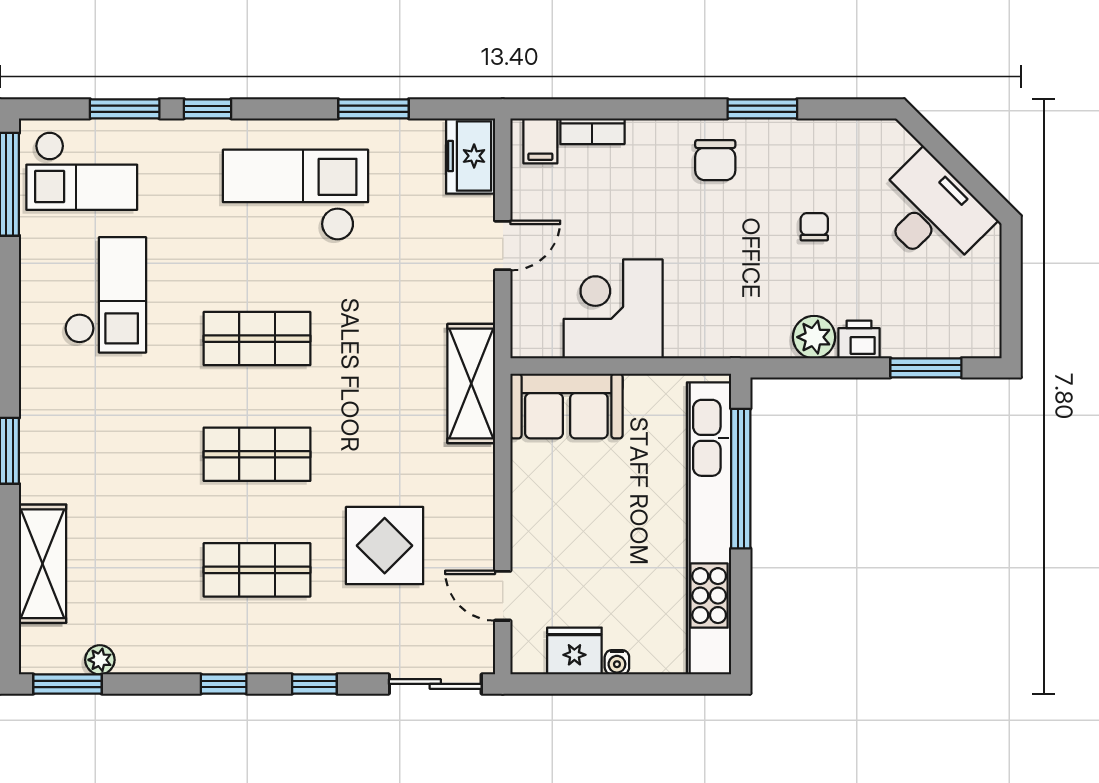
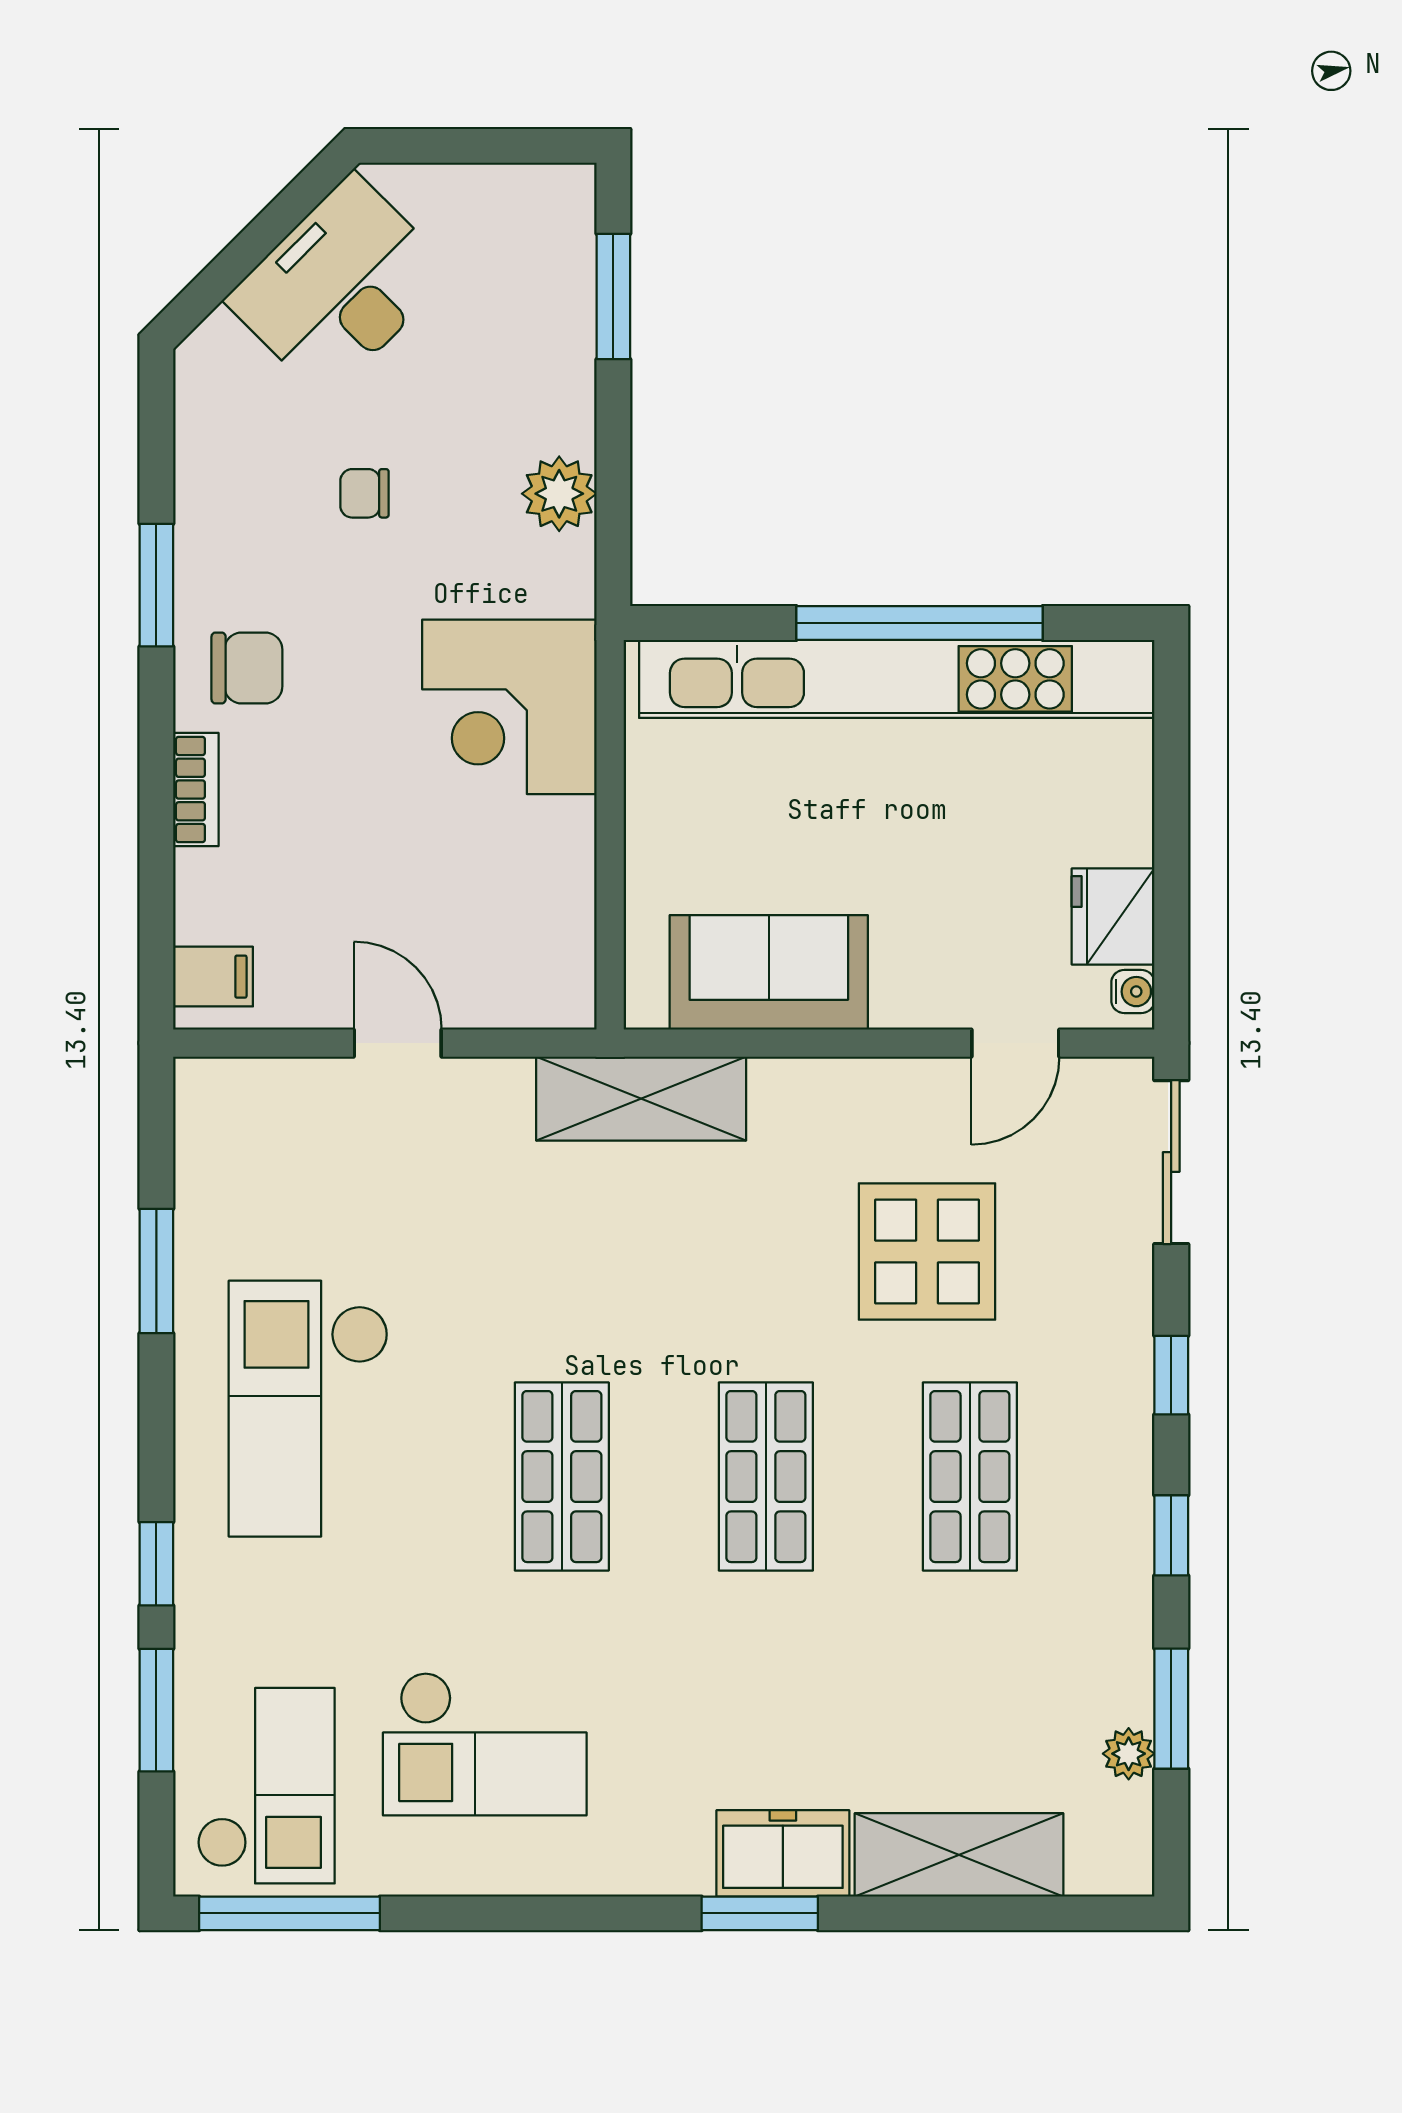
bookcase: (592, 131) -> (196, 790), moved
freezer: (471, 156) -> (783, 1853), moved, turned 180
checkout: (105, 295) -> (485, 1744), turned 180
corner desk: (613, 309) -> (509, 707), moved
printer: (859, 339) -> (563, 414), removed
sofa: (566, 406) -> (769, 972), moved, turned -90
window: (741, 479) -> (920, 623), moved
water cooler: (617, 662) -> (1133, 992), moved
window: (67, 684) -> (1171, 1709), moved

